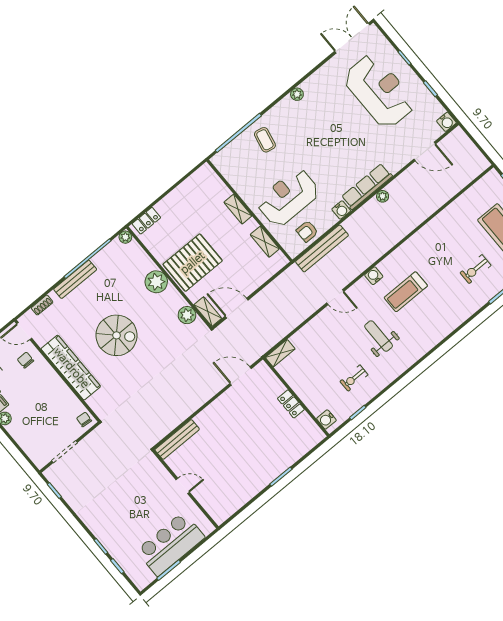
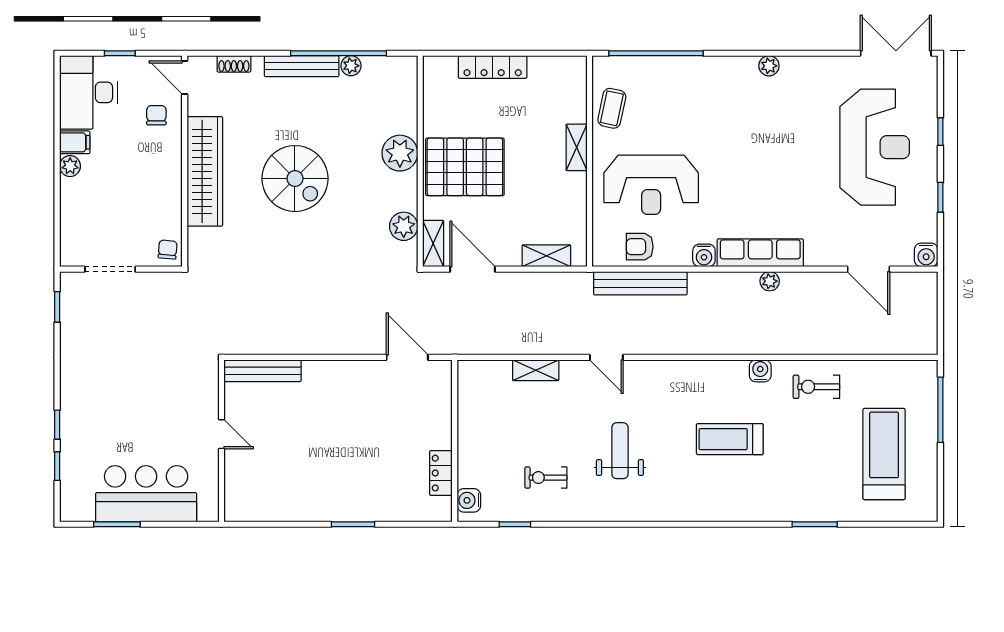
coffee table: (265, 140) -> (612, 108), moved
reception desk: (288, 197) -> (651, 185), turned 180
locker: (146, 221) -> (493, 67), moved, width x1.53
plant: (125, 237) -> (351, 66), moved
shelving: (265, 242) -> (546, 256), moved, turned 90
exercise bike: (476, 269) -> (816, 387), moved
water cooler: (374, 276) -> (760, 371), moved
treadmill: (406, 292) -> (730, 439), moved
shelving: (280, 353) -> (536, 370), moved
locker: (291, 404) -> (441, 473), moved

